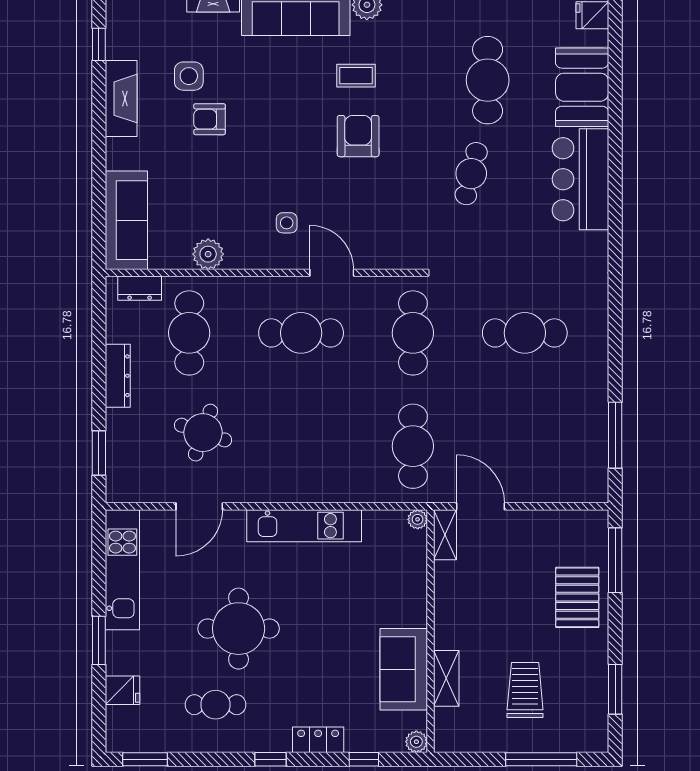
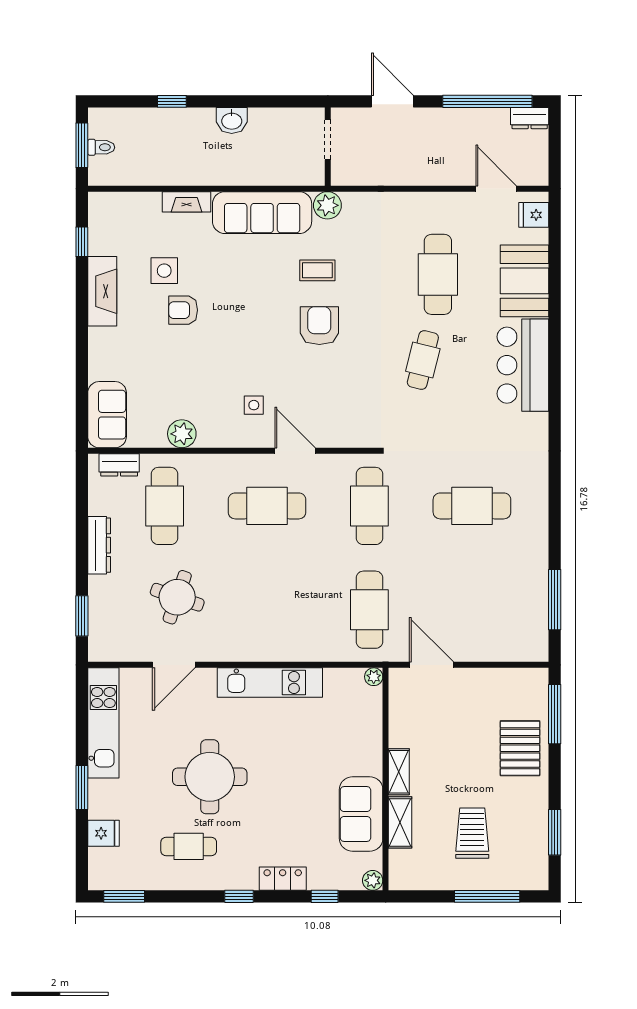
sofa: (126, 220) -> (107, 415), width x0.73
shelving: (445, 535) -> (399, 772), moved

